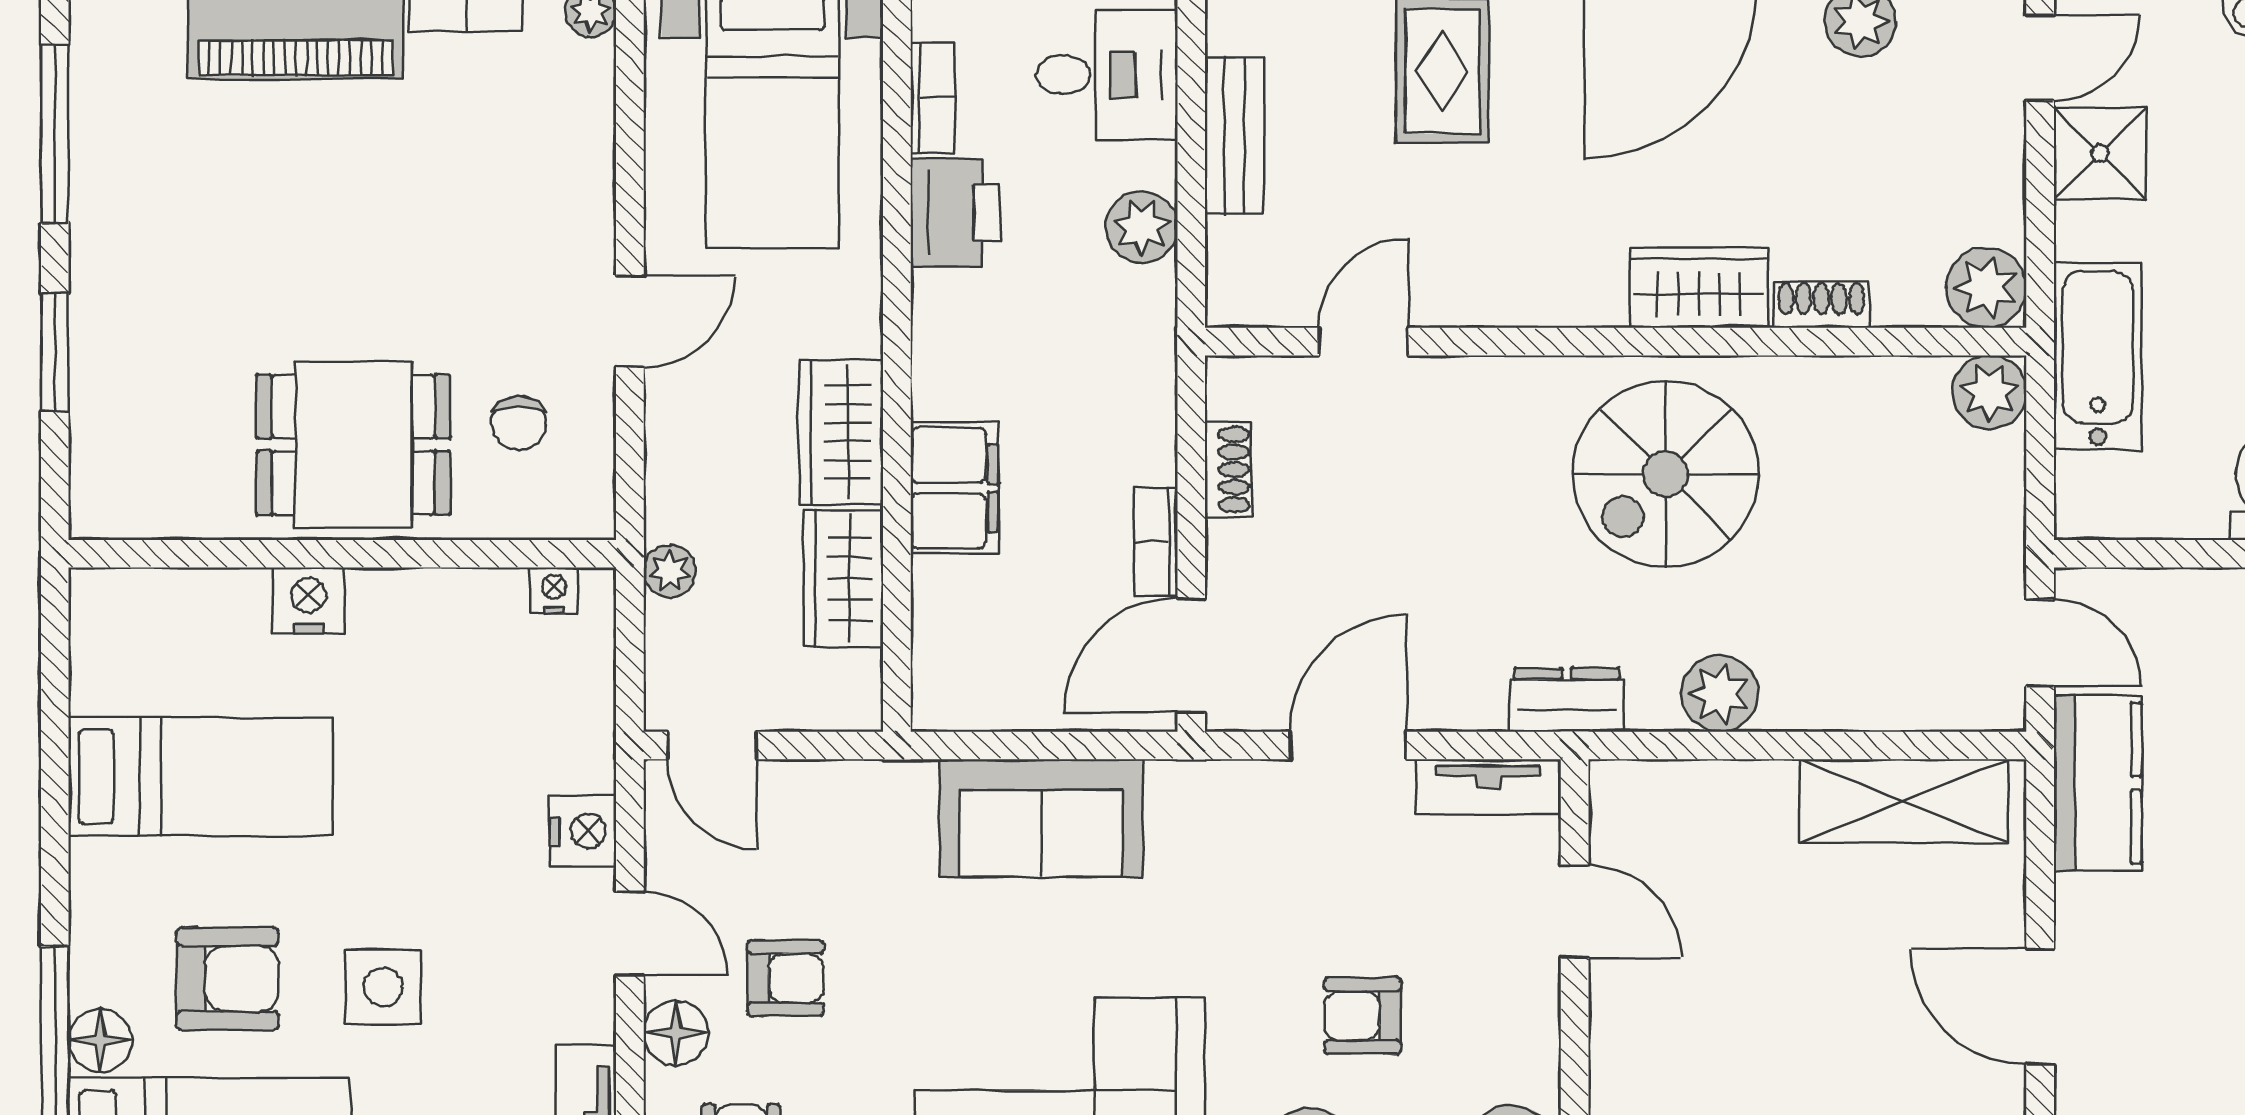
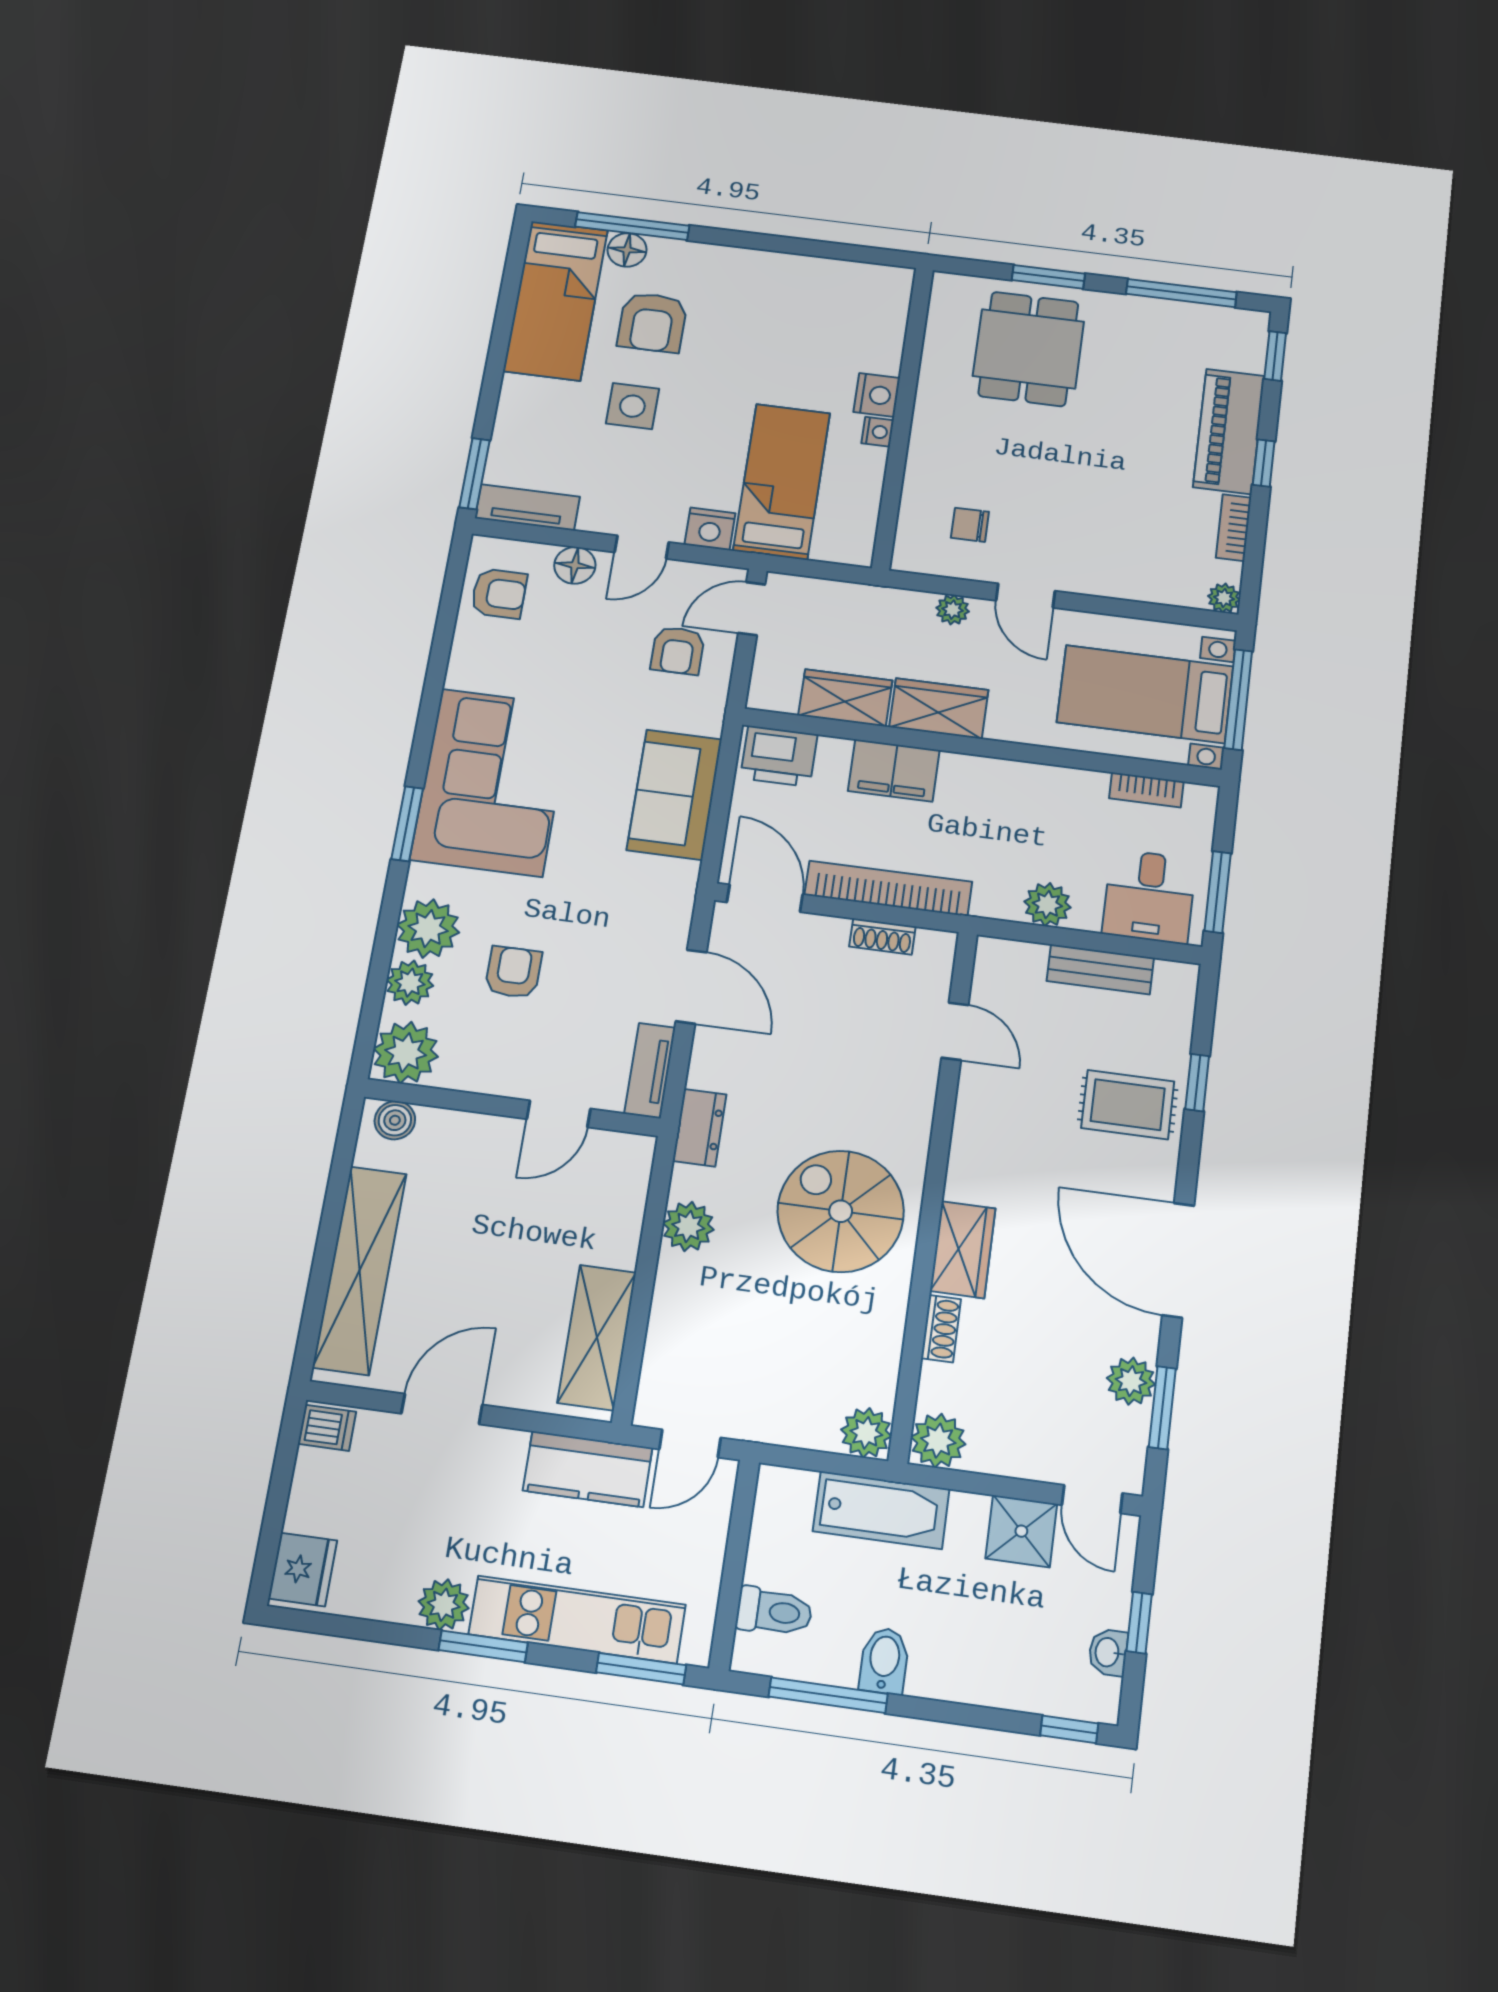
printer: (955, 213) -> (779, 756), moved
dining table: (353, 445) -> (1028, 349), moved
bookcase: (1156, 542) -> (888, 888), width x2.31, depth x1.31
plant: (670, 571) -> (953, 610), moved
nightstand: (554, 590) -> (878, 432), moved
bed: (200, 777) -> (782, 482), moved, turned 180
armchair: (786, 978) -> (678, 651), moved

